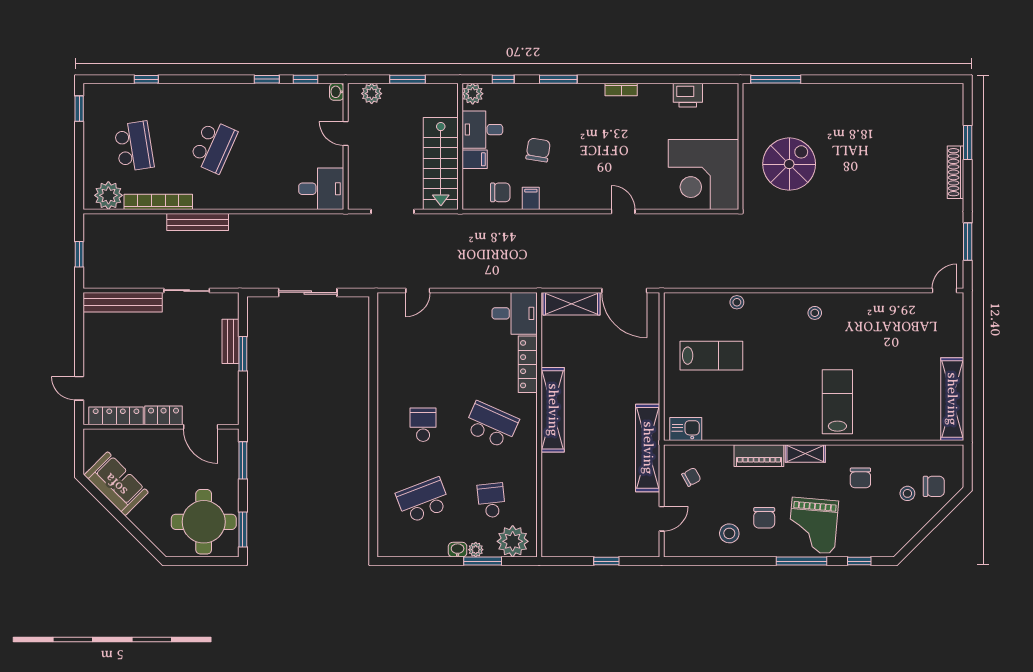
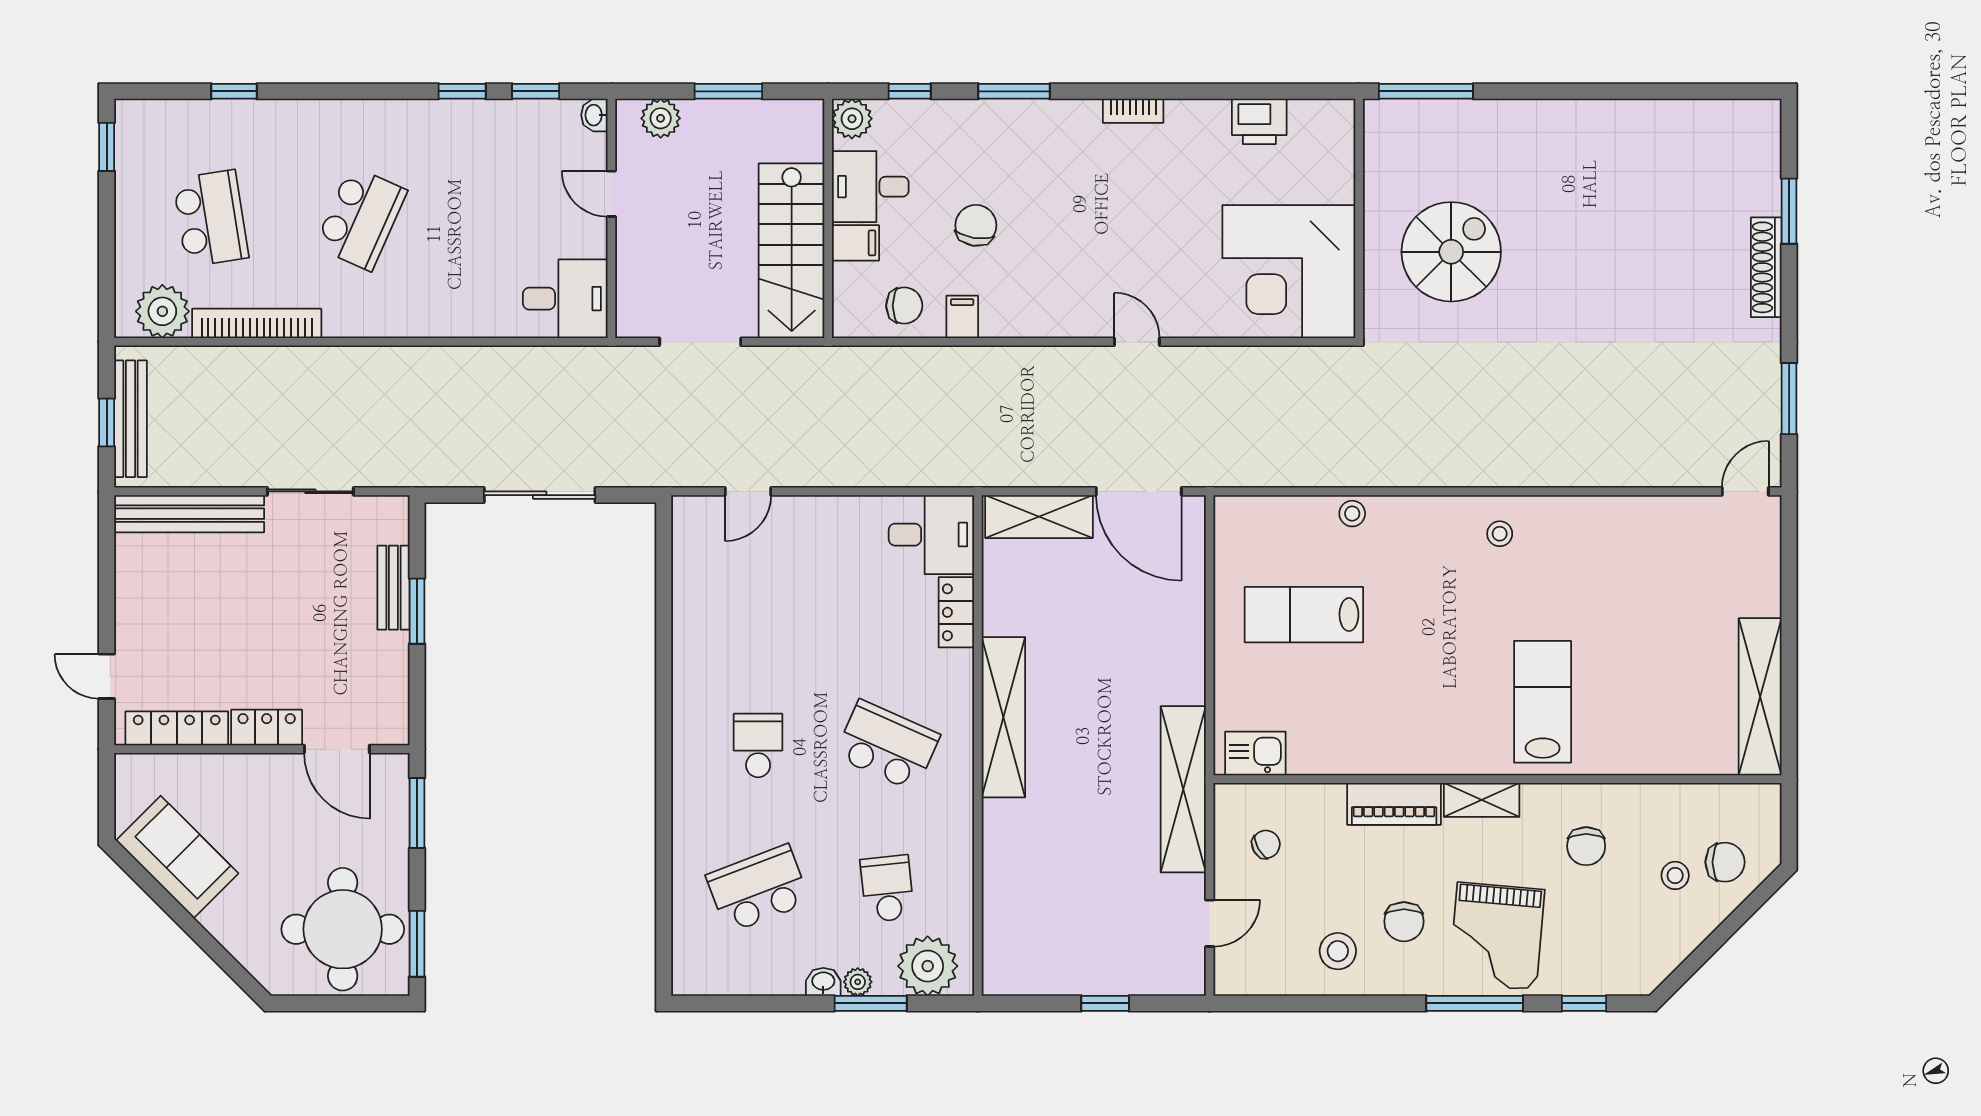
bench: (198, 222) -> (131, 419), moved, turned 90
lab bench: (711, 356) -> (1304, 615), turned 180
locker: (528, 364) -> (956, 612), width x0.66

